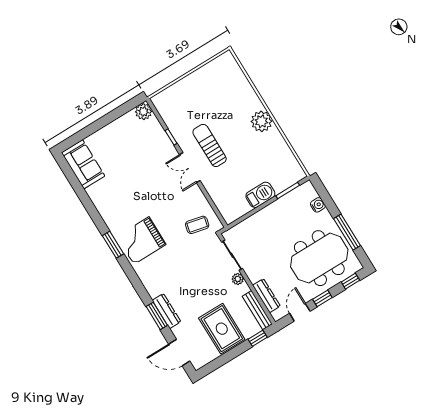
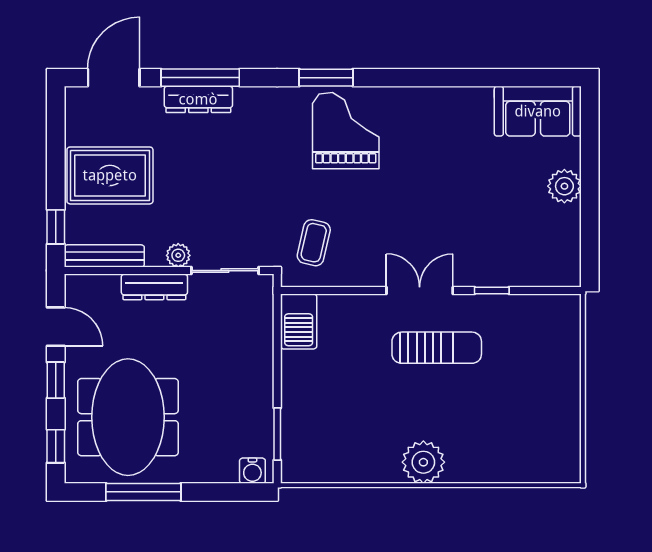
plant: (144, 112) -> (564, 186), moved
barbecue: (260, 195) -> (299, 321), moved
water cooler: (318, 205) -> (252, 471), moved
window: (113, 245) -> (326, 78), moved
dresser: (266, 296) -> (154, 287), moved
window: (157, 316) -> (200, 78), width x1.44

